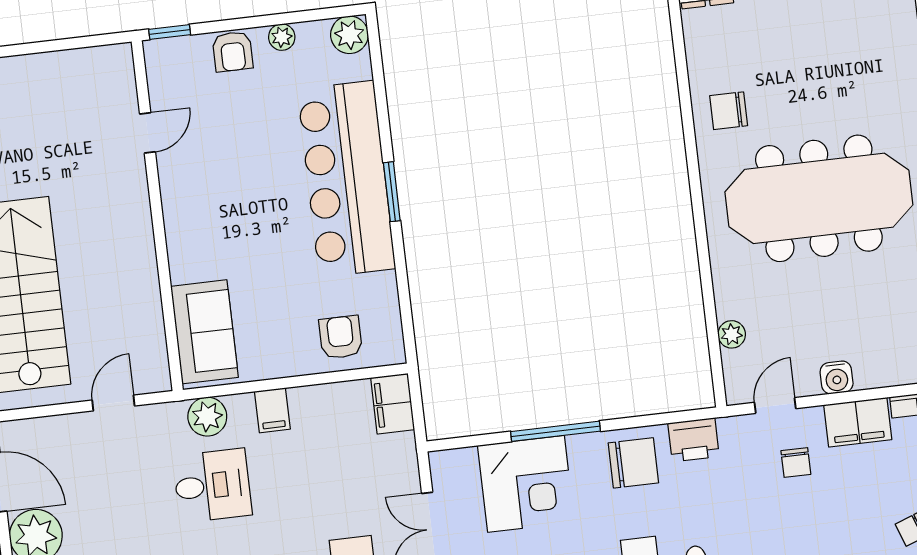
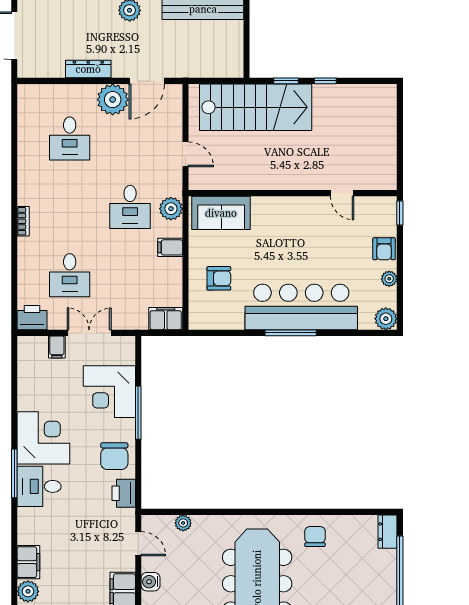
armchair: (233, 52) -> (384, 249), turned -90
window: (392, 192) -> (291, 333), width x1.44
armchair: (341, 337) -> (219, 278), moved
chair: (796, 463) -> (103, 552), removed

